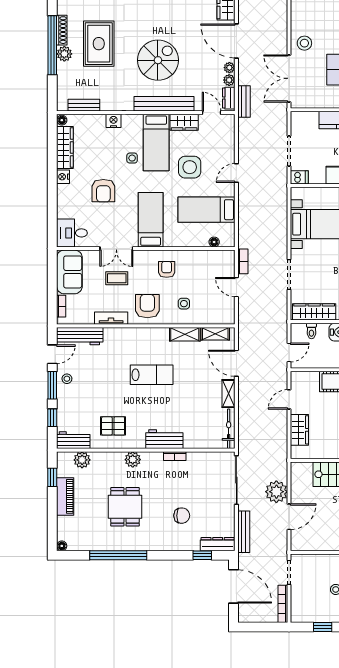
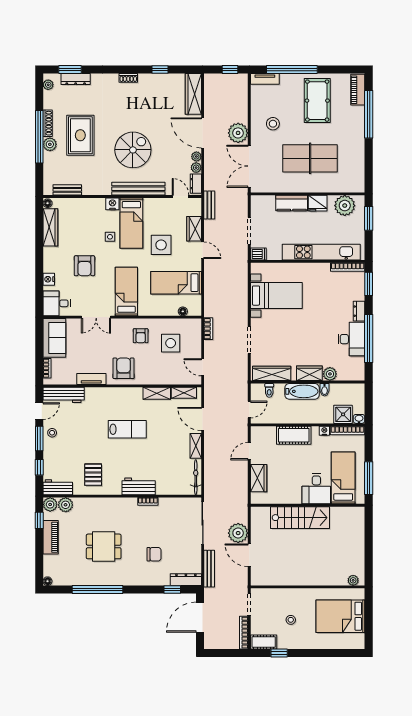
plant: (276, 41) -> (238, 133), added
stool: (304, 43) -> (273, 124), moved
bench: (244, 101) -> (209, 205), moved
nightstand: (113, 121) -> (112, 204), moved
wardrobe: (184, 122) -> (194, 229), moved, turned 90
door: (236, 173) -> (203, 250), swing flipped
nightstand: (63, 177) -> (49, 279), moved
armchair: (167, 269) -> (141, 336), turned 180
coffee table: (117, 278) -> (96, 344), removed
door: (236, 287) -> (203, 367), moved
side table: (184, 304) -> (171, 343), moved, width x1.87, depth x1.87
pallet: (113, 426) -> (93, 475), turned 90
plant: (133, 460) -> (50, 504), moved
dining table: (125, 507) -> (104, 546), turned 90
door: (289, 517) -> (249, 555), swing flipped
door: (234, 586) -> (200, 617), swing flipped
cot: (305, 615) -> (264, 642), added

